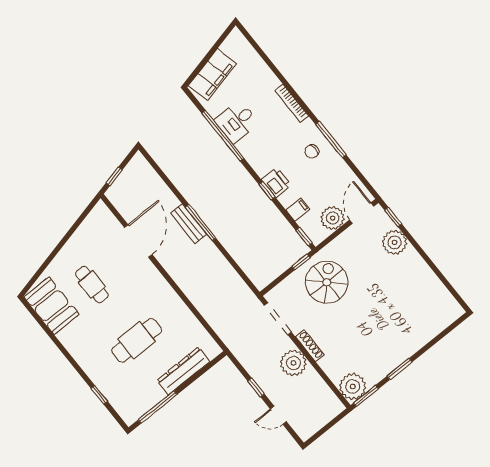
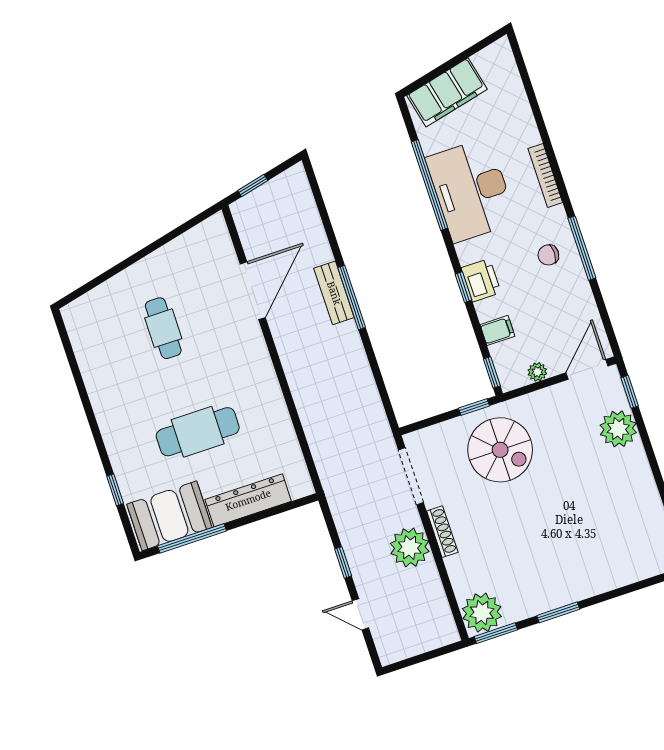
desk: (237, 122) -> (471, 190), width x1.87, depth x1.30
plant: (333, 218) -> (537, 372), width x0.53, depth x0.53
spiral stairs: (327, 282) -> (500, 450), turned 90
booth: (52, 306) -> (169, 516), moved, turned 90

